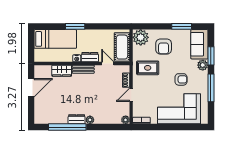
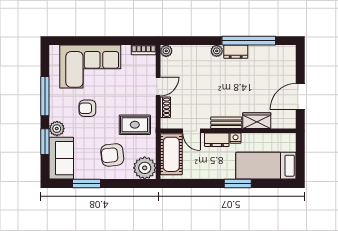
armchair: (164, 47) -> (112, 155), turned -96

